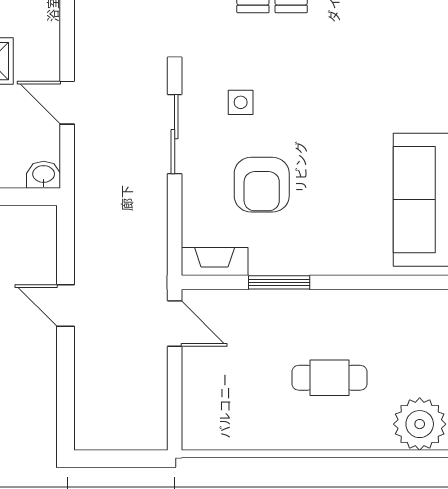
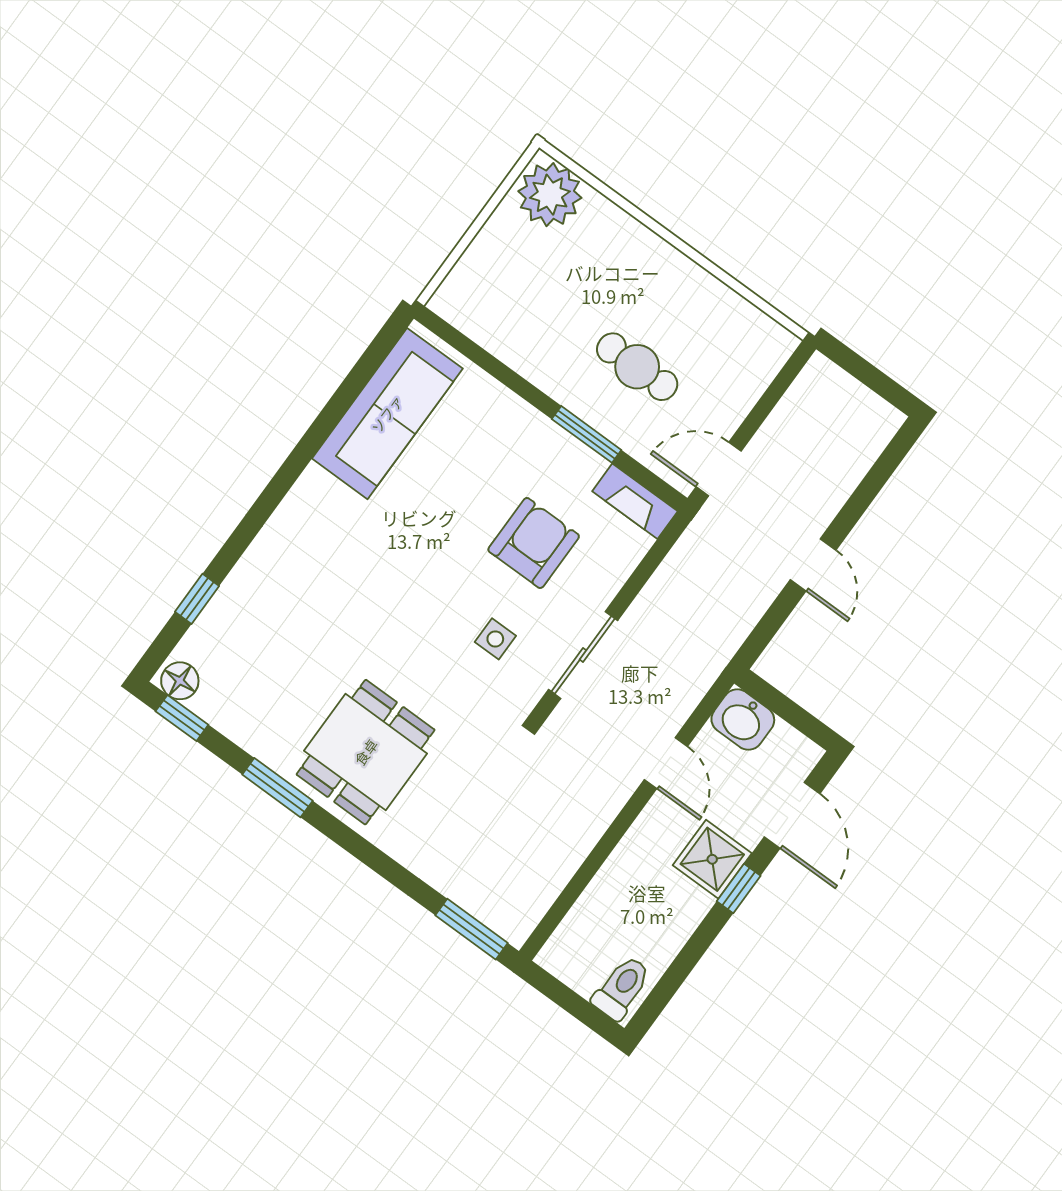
washbasin: (44, 175) -> (743, 720), width x1.38, depth x1.45
door: (175, 323) -> (719, 469), hinge flipped
cafe table: (330, 378) -> (637, 367), moved

